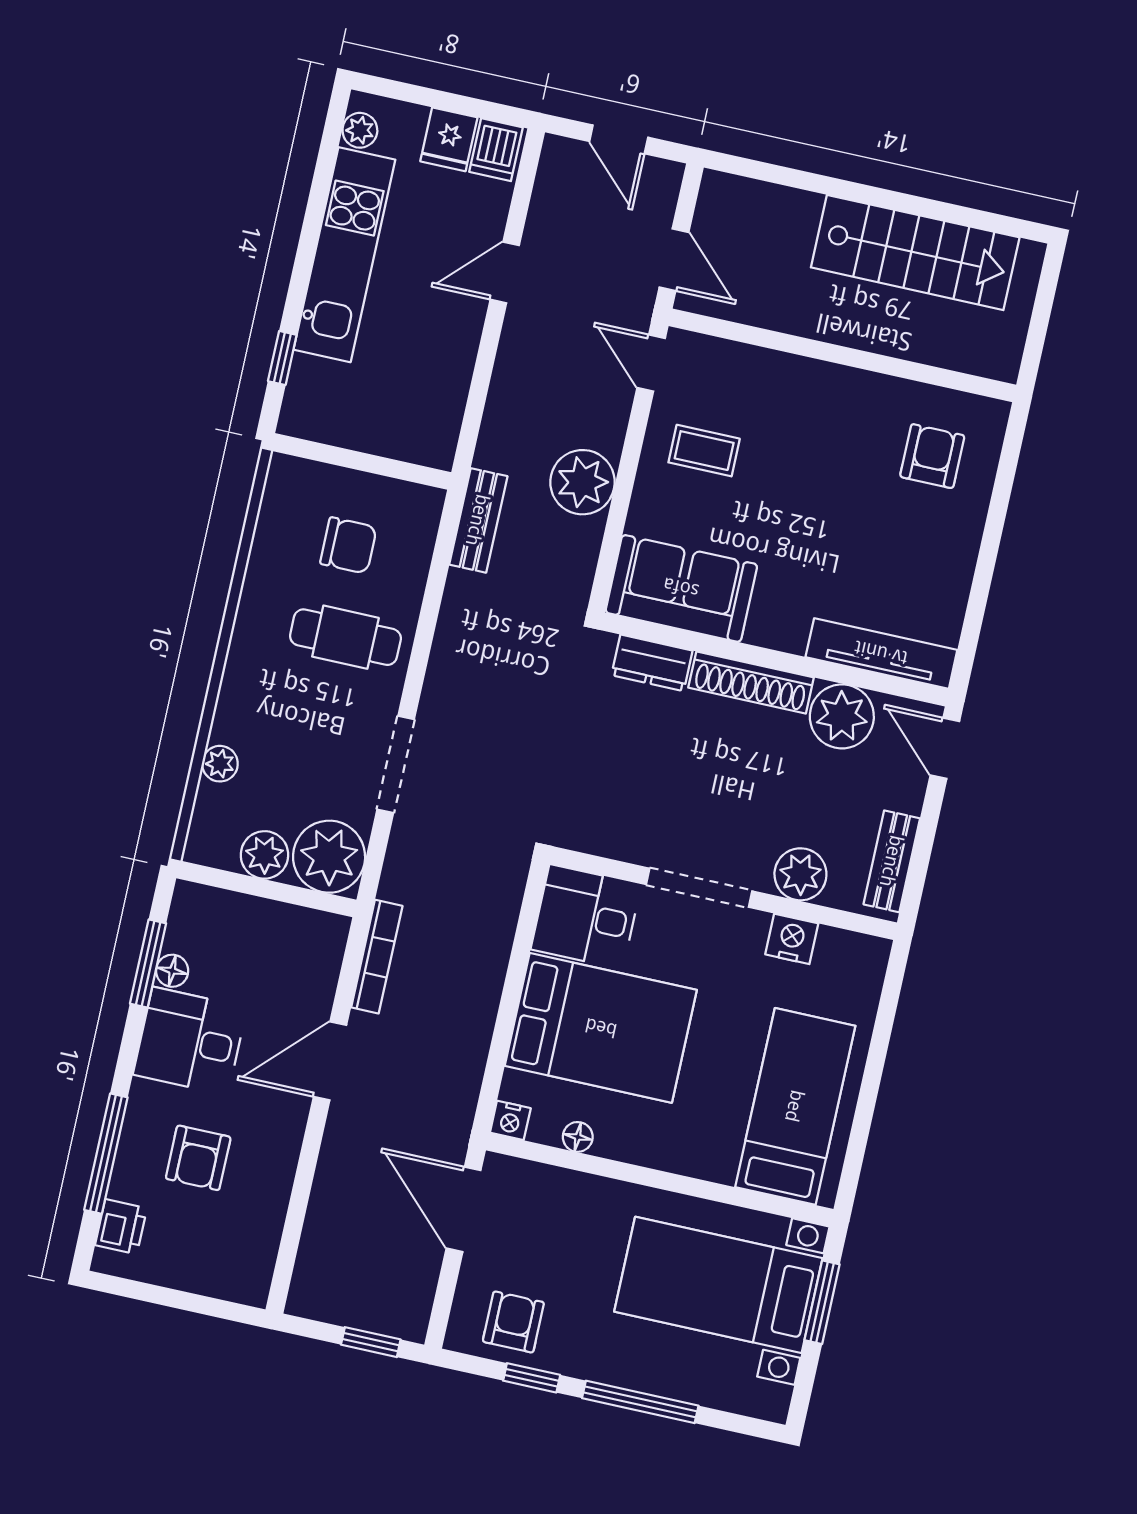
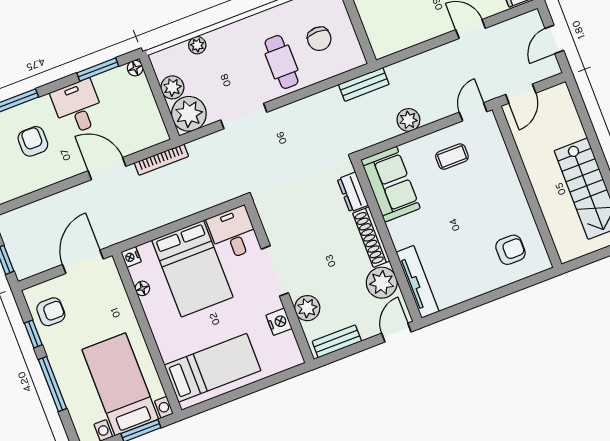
coffee table: (704, 451) -> (452, 157), turned 90
plant: (582, 482) -> (408, 120), width x0.73, depth x0.73
floor lamp: (172, 971) -> (135, 68), moved
armchair: (198, 1158) -> (33, 141), turned 90

